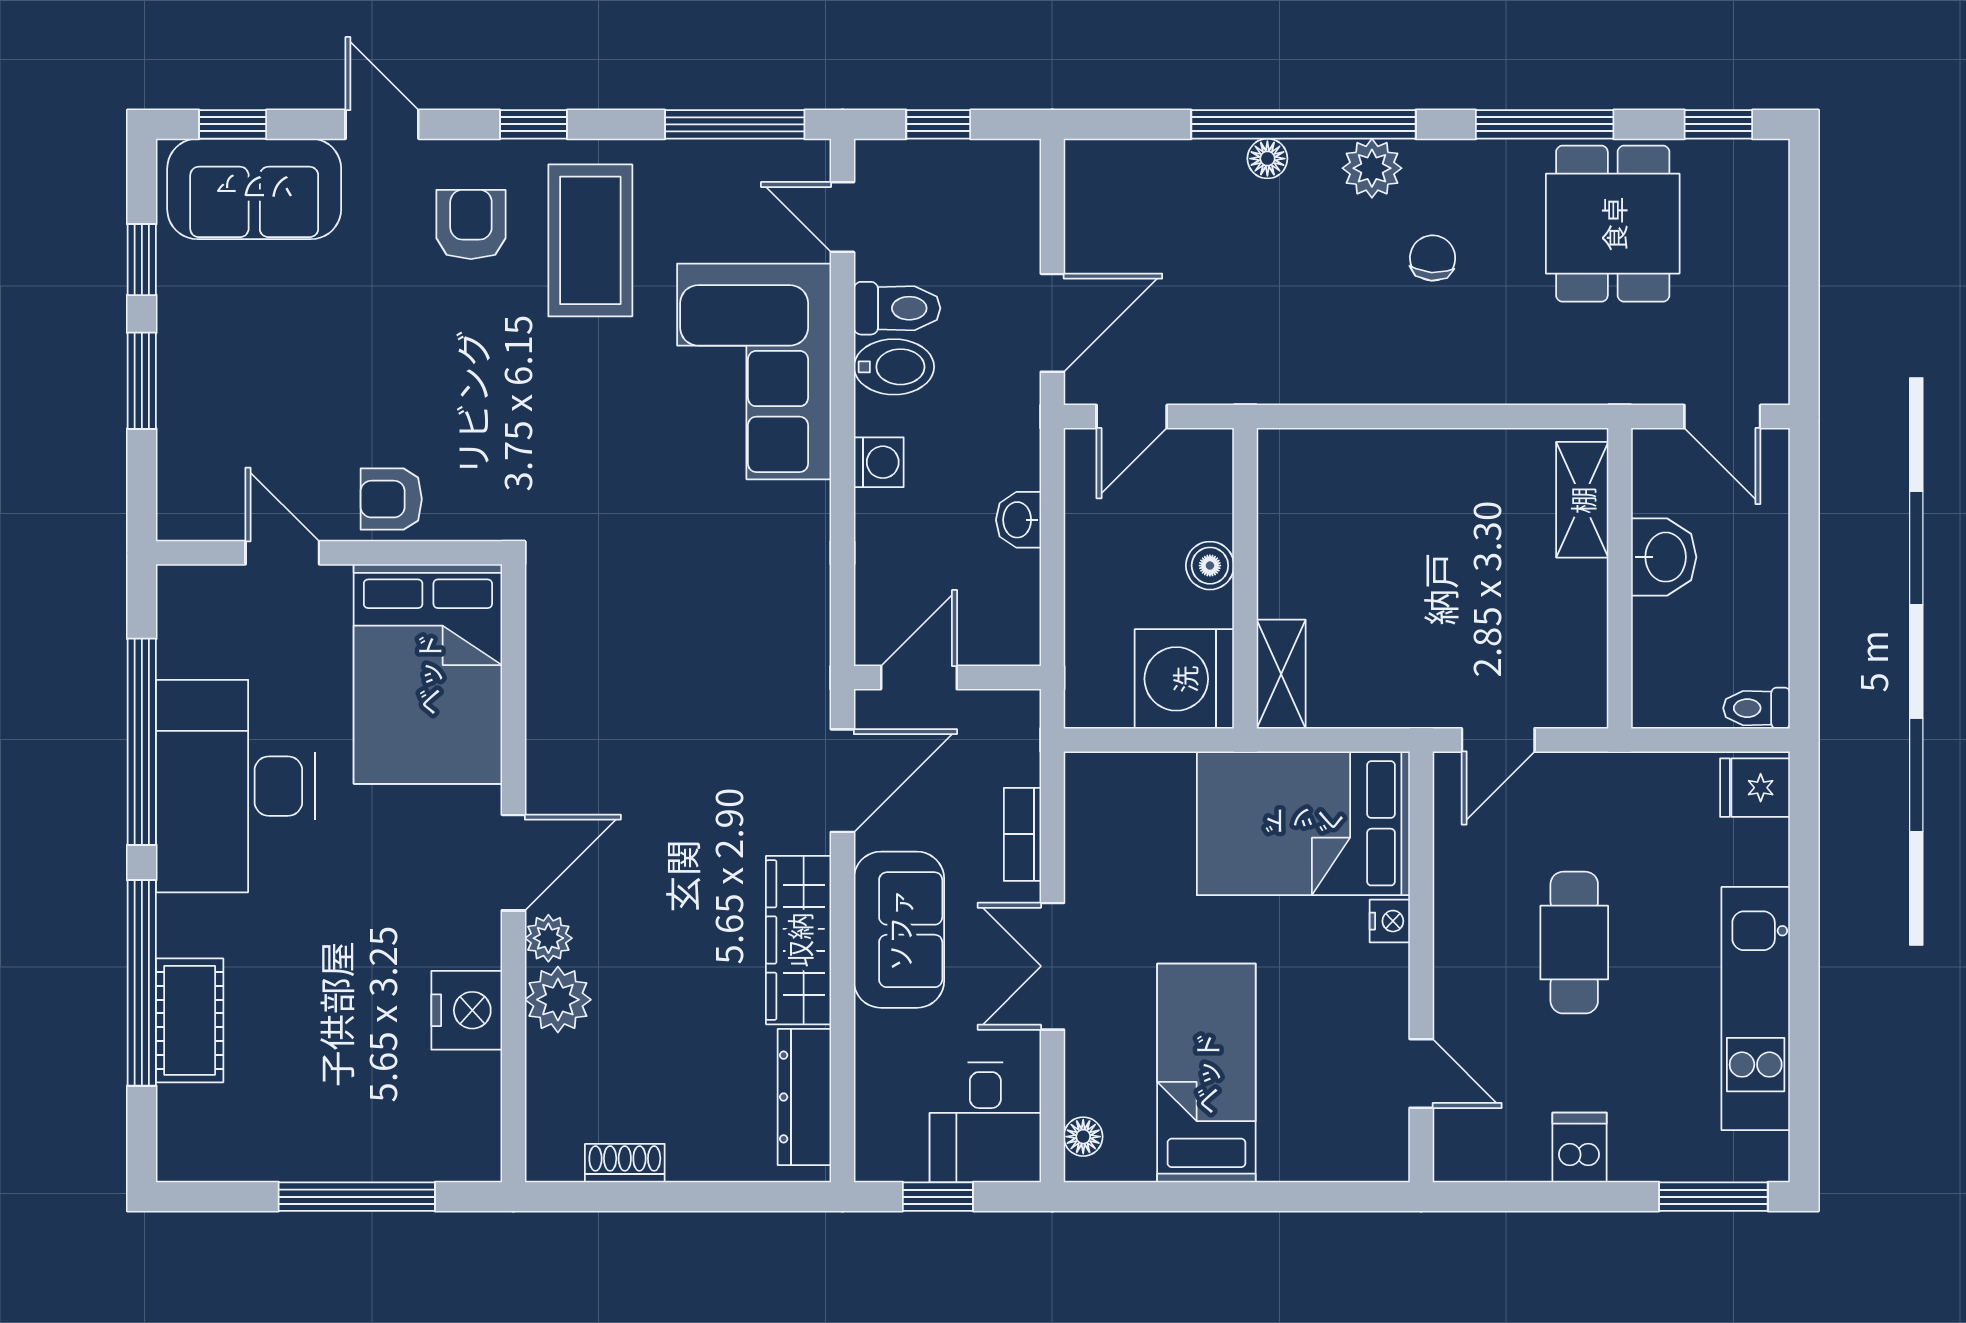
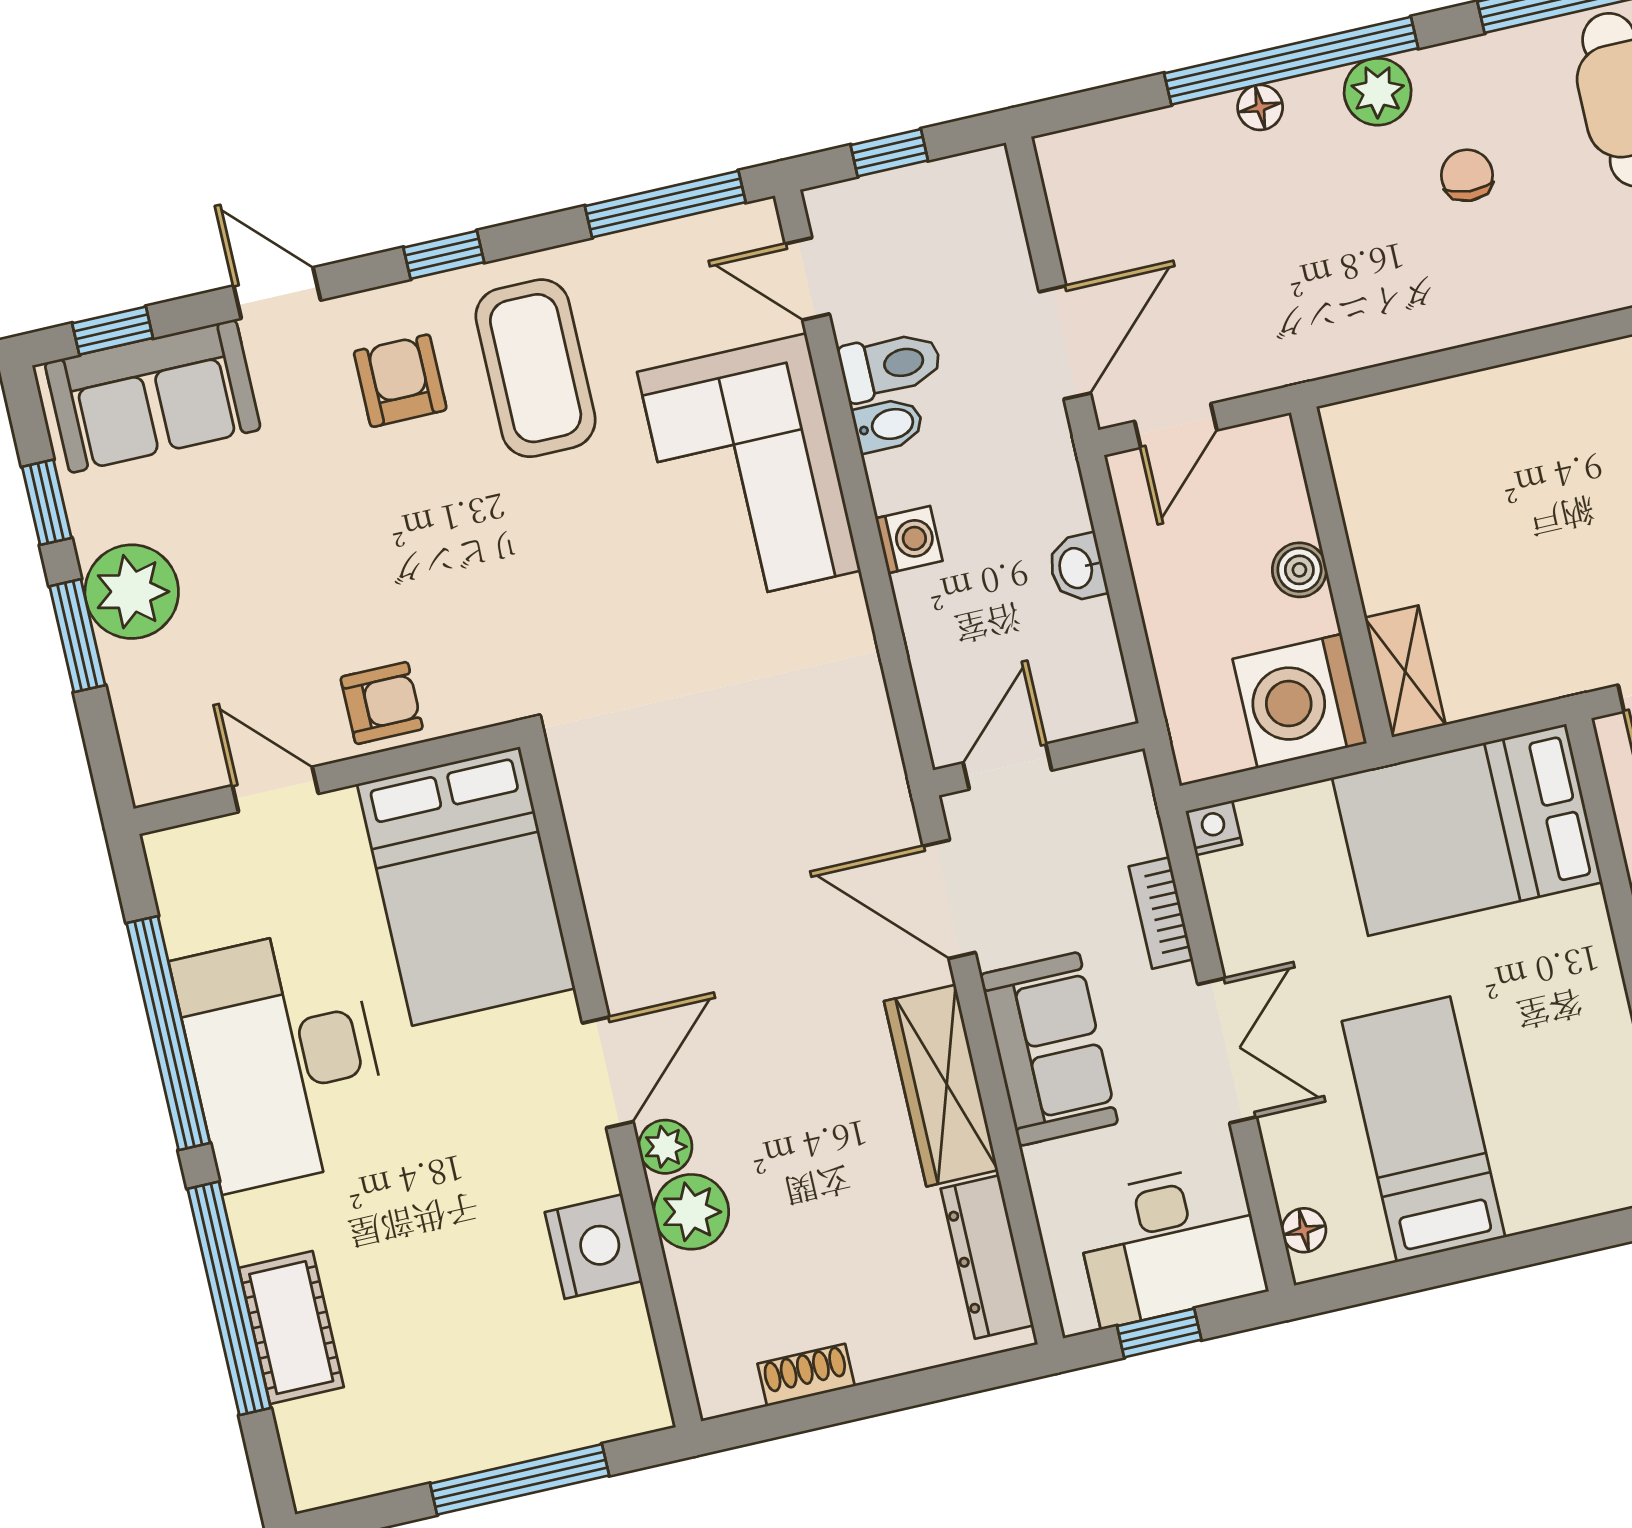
plant: (197, 353) -> (132, 592), added
bidet: (894, 367) -> (888, 425), width x0.72, depth x0.74
armchair: (391, 499) -> (382, 703), turned 180
door: (842, 781) -> (949, 899), swing flipped
nightstand: (1390, 921) -> (1214, 828), moved, turned -90
double door: (1052, 966) -> (1227, 1051), swing flipped
desk: (985, 1122) -> (1170, 1245), width x1.37

